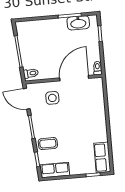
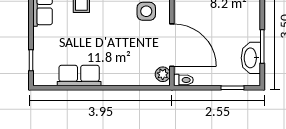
plant: (95, 83) -> (163, 74), added
row of seats: (102, 157) -> (79, 76), moved

